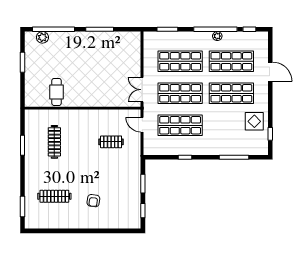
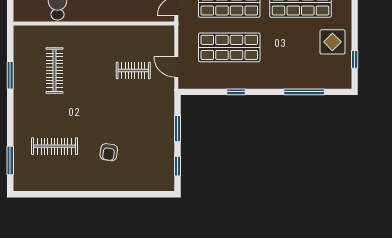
door: (142, 125) -> (176, 67), moved

